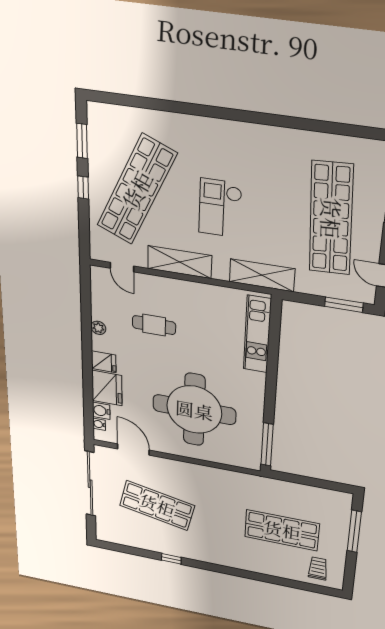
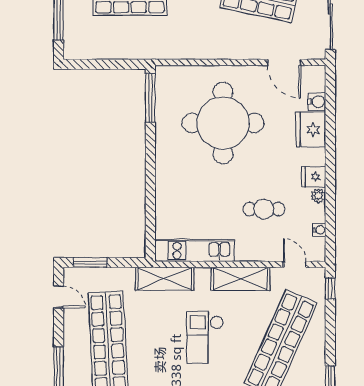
window: (83, 188) -> (330, 288), moved
checkout: (220, 208) -> (205, 337), turned 180
kitchen unit: (257, 334) -> (195, 250), moved, turned -90
fridge: (104, 362) -> (314, 177), moved
water cooler: (99, 424) -> (319, 230), moved

